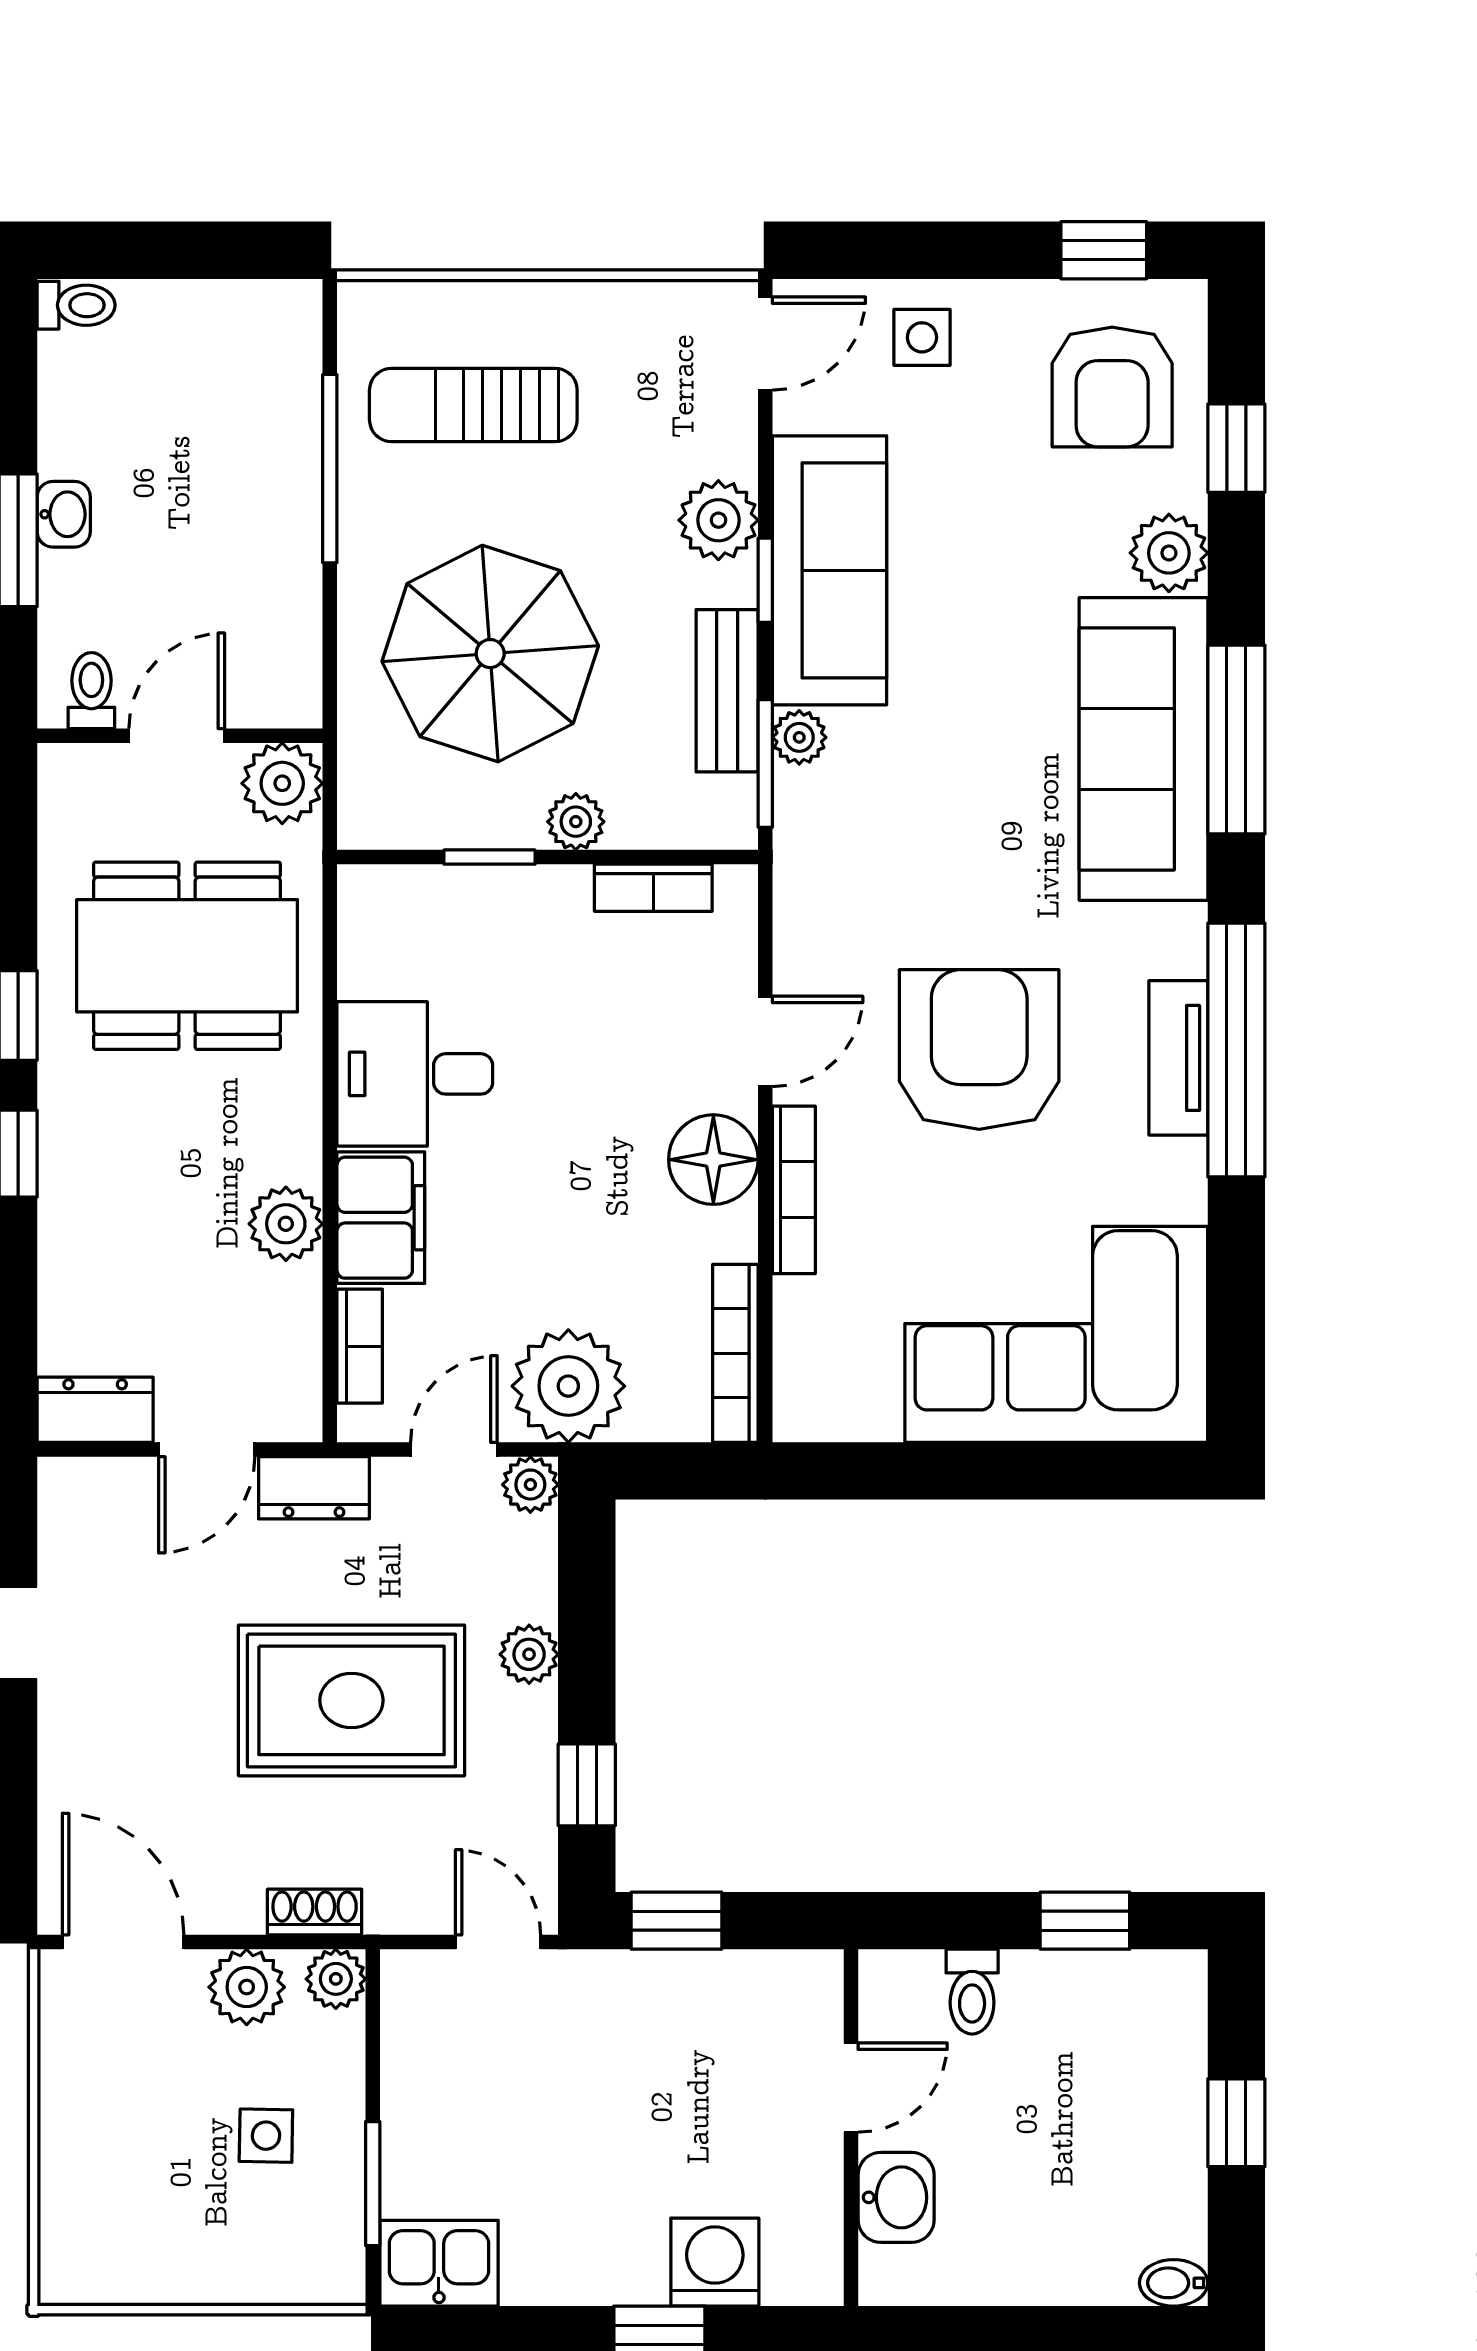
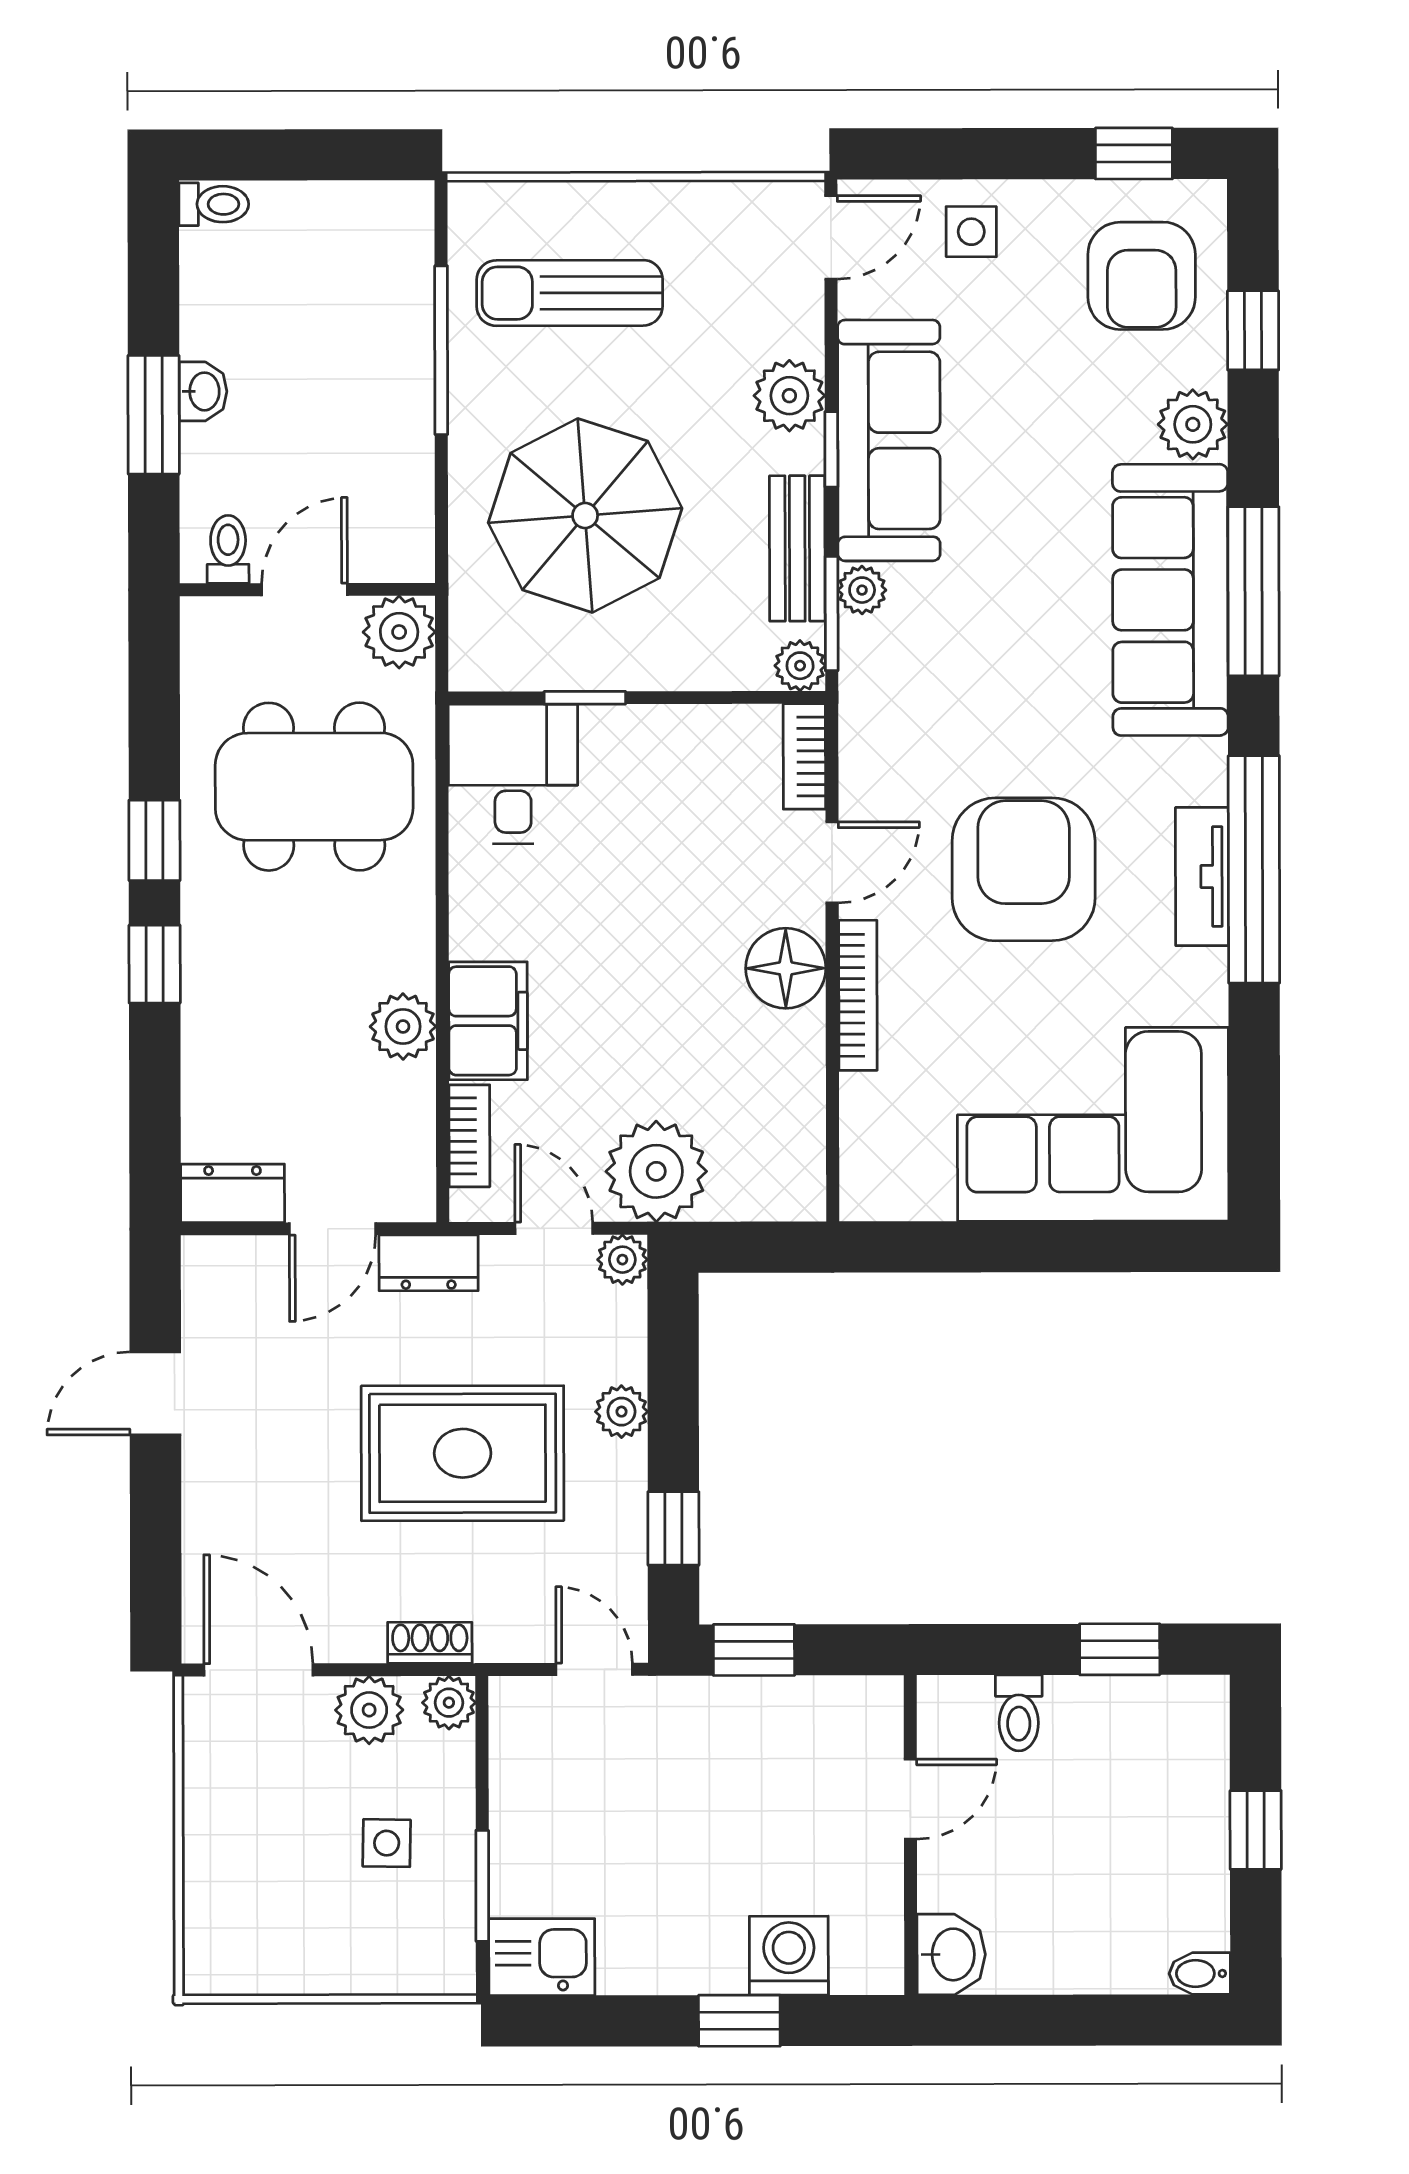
plant: (576, 822) -> (800, 666), moved
bookcase: (653, 888) -> (804, 756), moved, turned 90
desk: (415, 1074) -> (513, 774), moved, turned 90
bookcase: (735, 1353) -> (806, 1142), removed
door: (454, 1450) -> (554, 1228), hinge flipped
washbasin: (896, 2197) -> (951, 1954), moved

